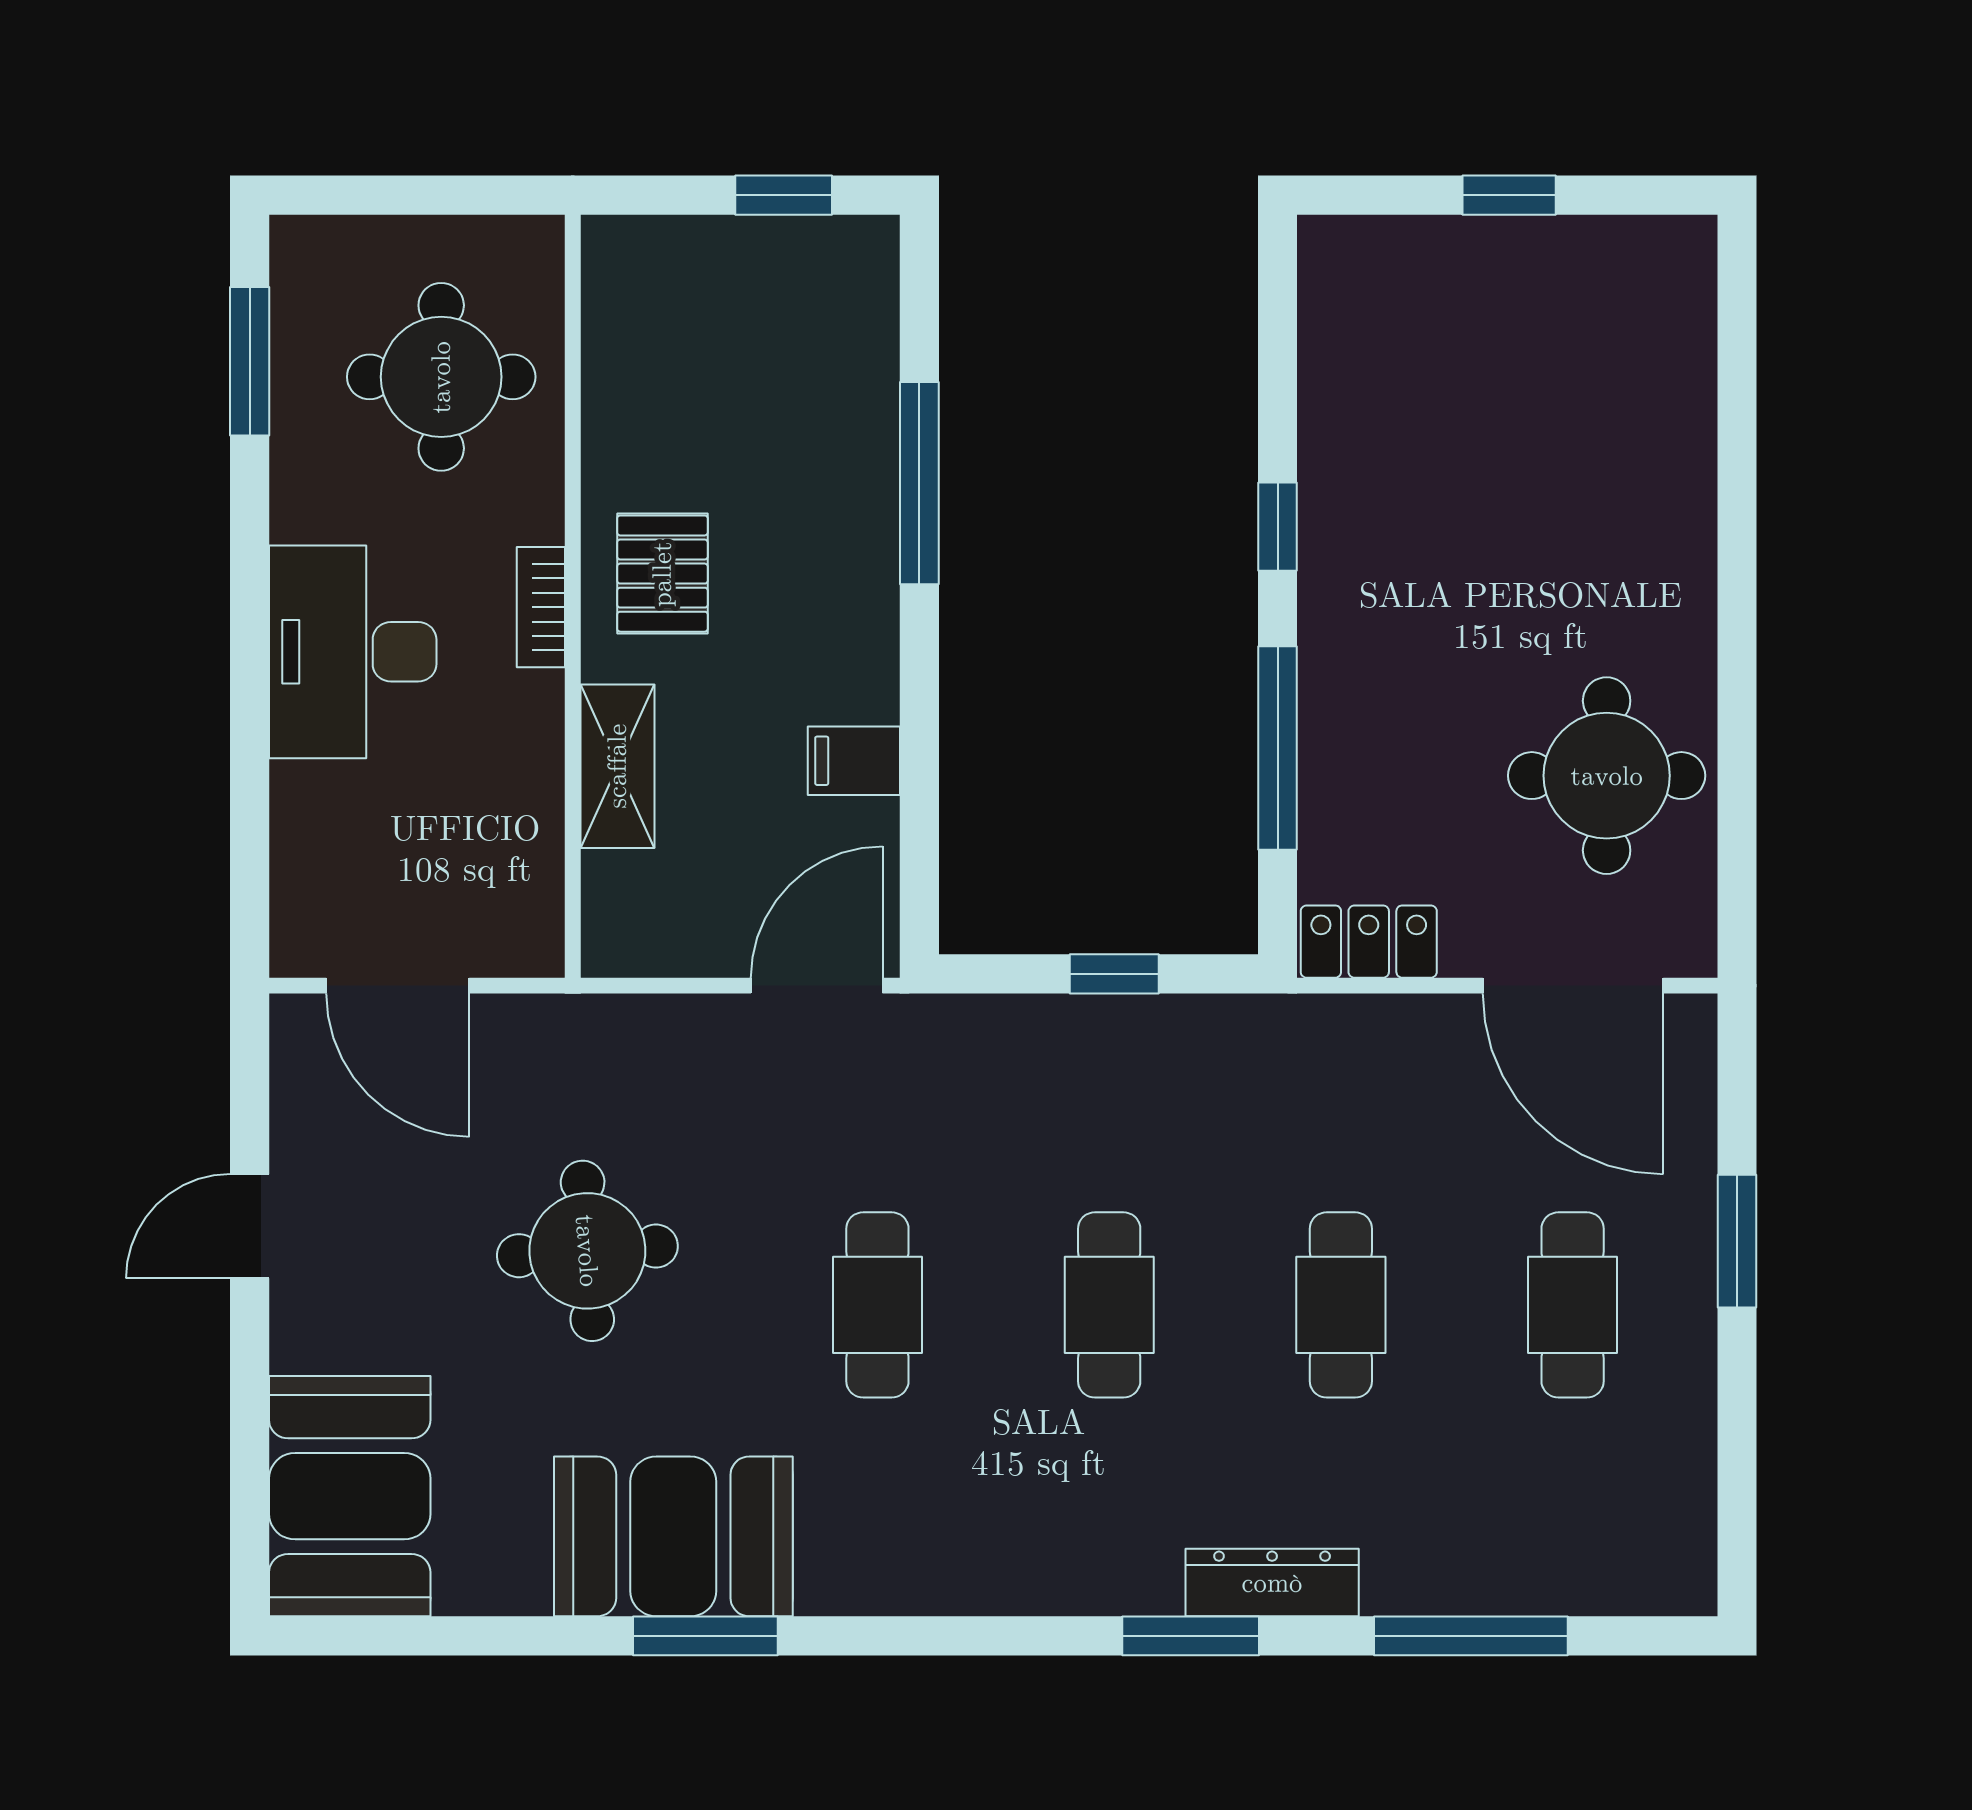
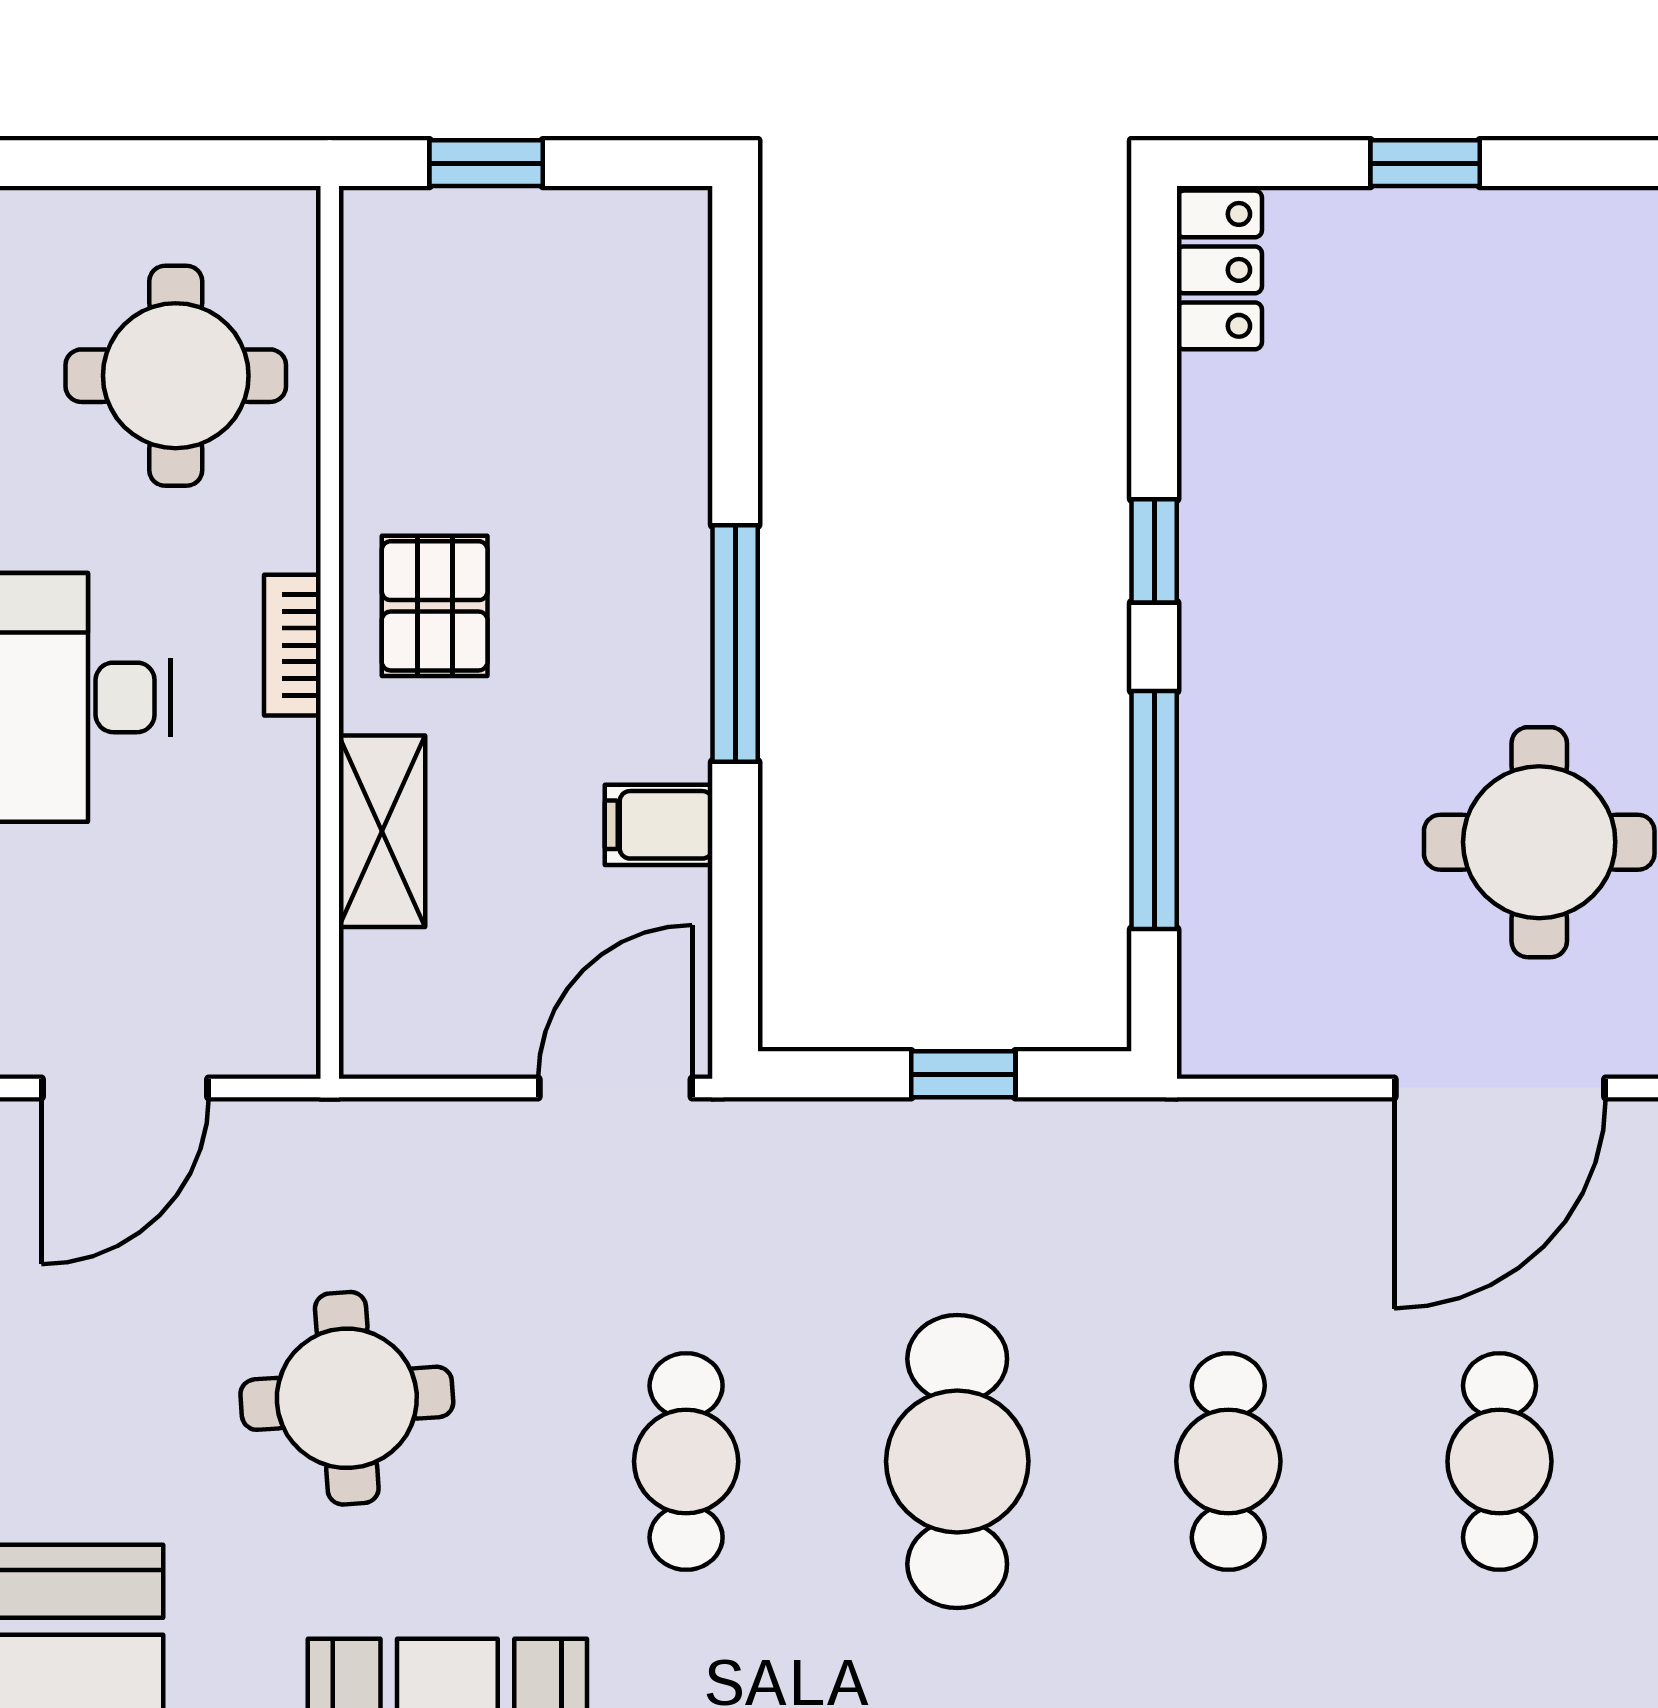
window: (784, 195) -> (486, 163), moved
window: (919, 483) -> (735, 643), moved
locker: (1369, 942) -> (1219, 270), moved, turned 90
door: (398, 986) -> (125, 1088), hinge flipped
door: (1573, 986) -> (1500, 1088), hinge flipped
cafe table: (1109, 1305) -> (957, 1461), width x1.37, depth x1.35

